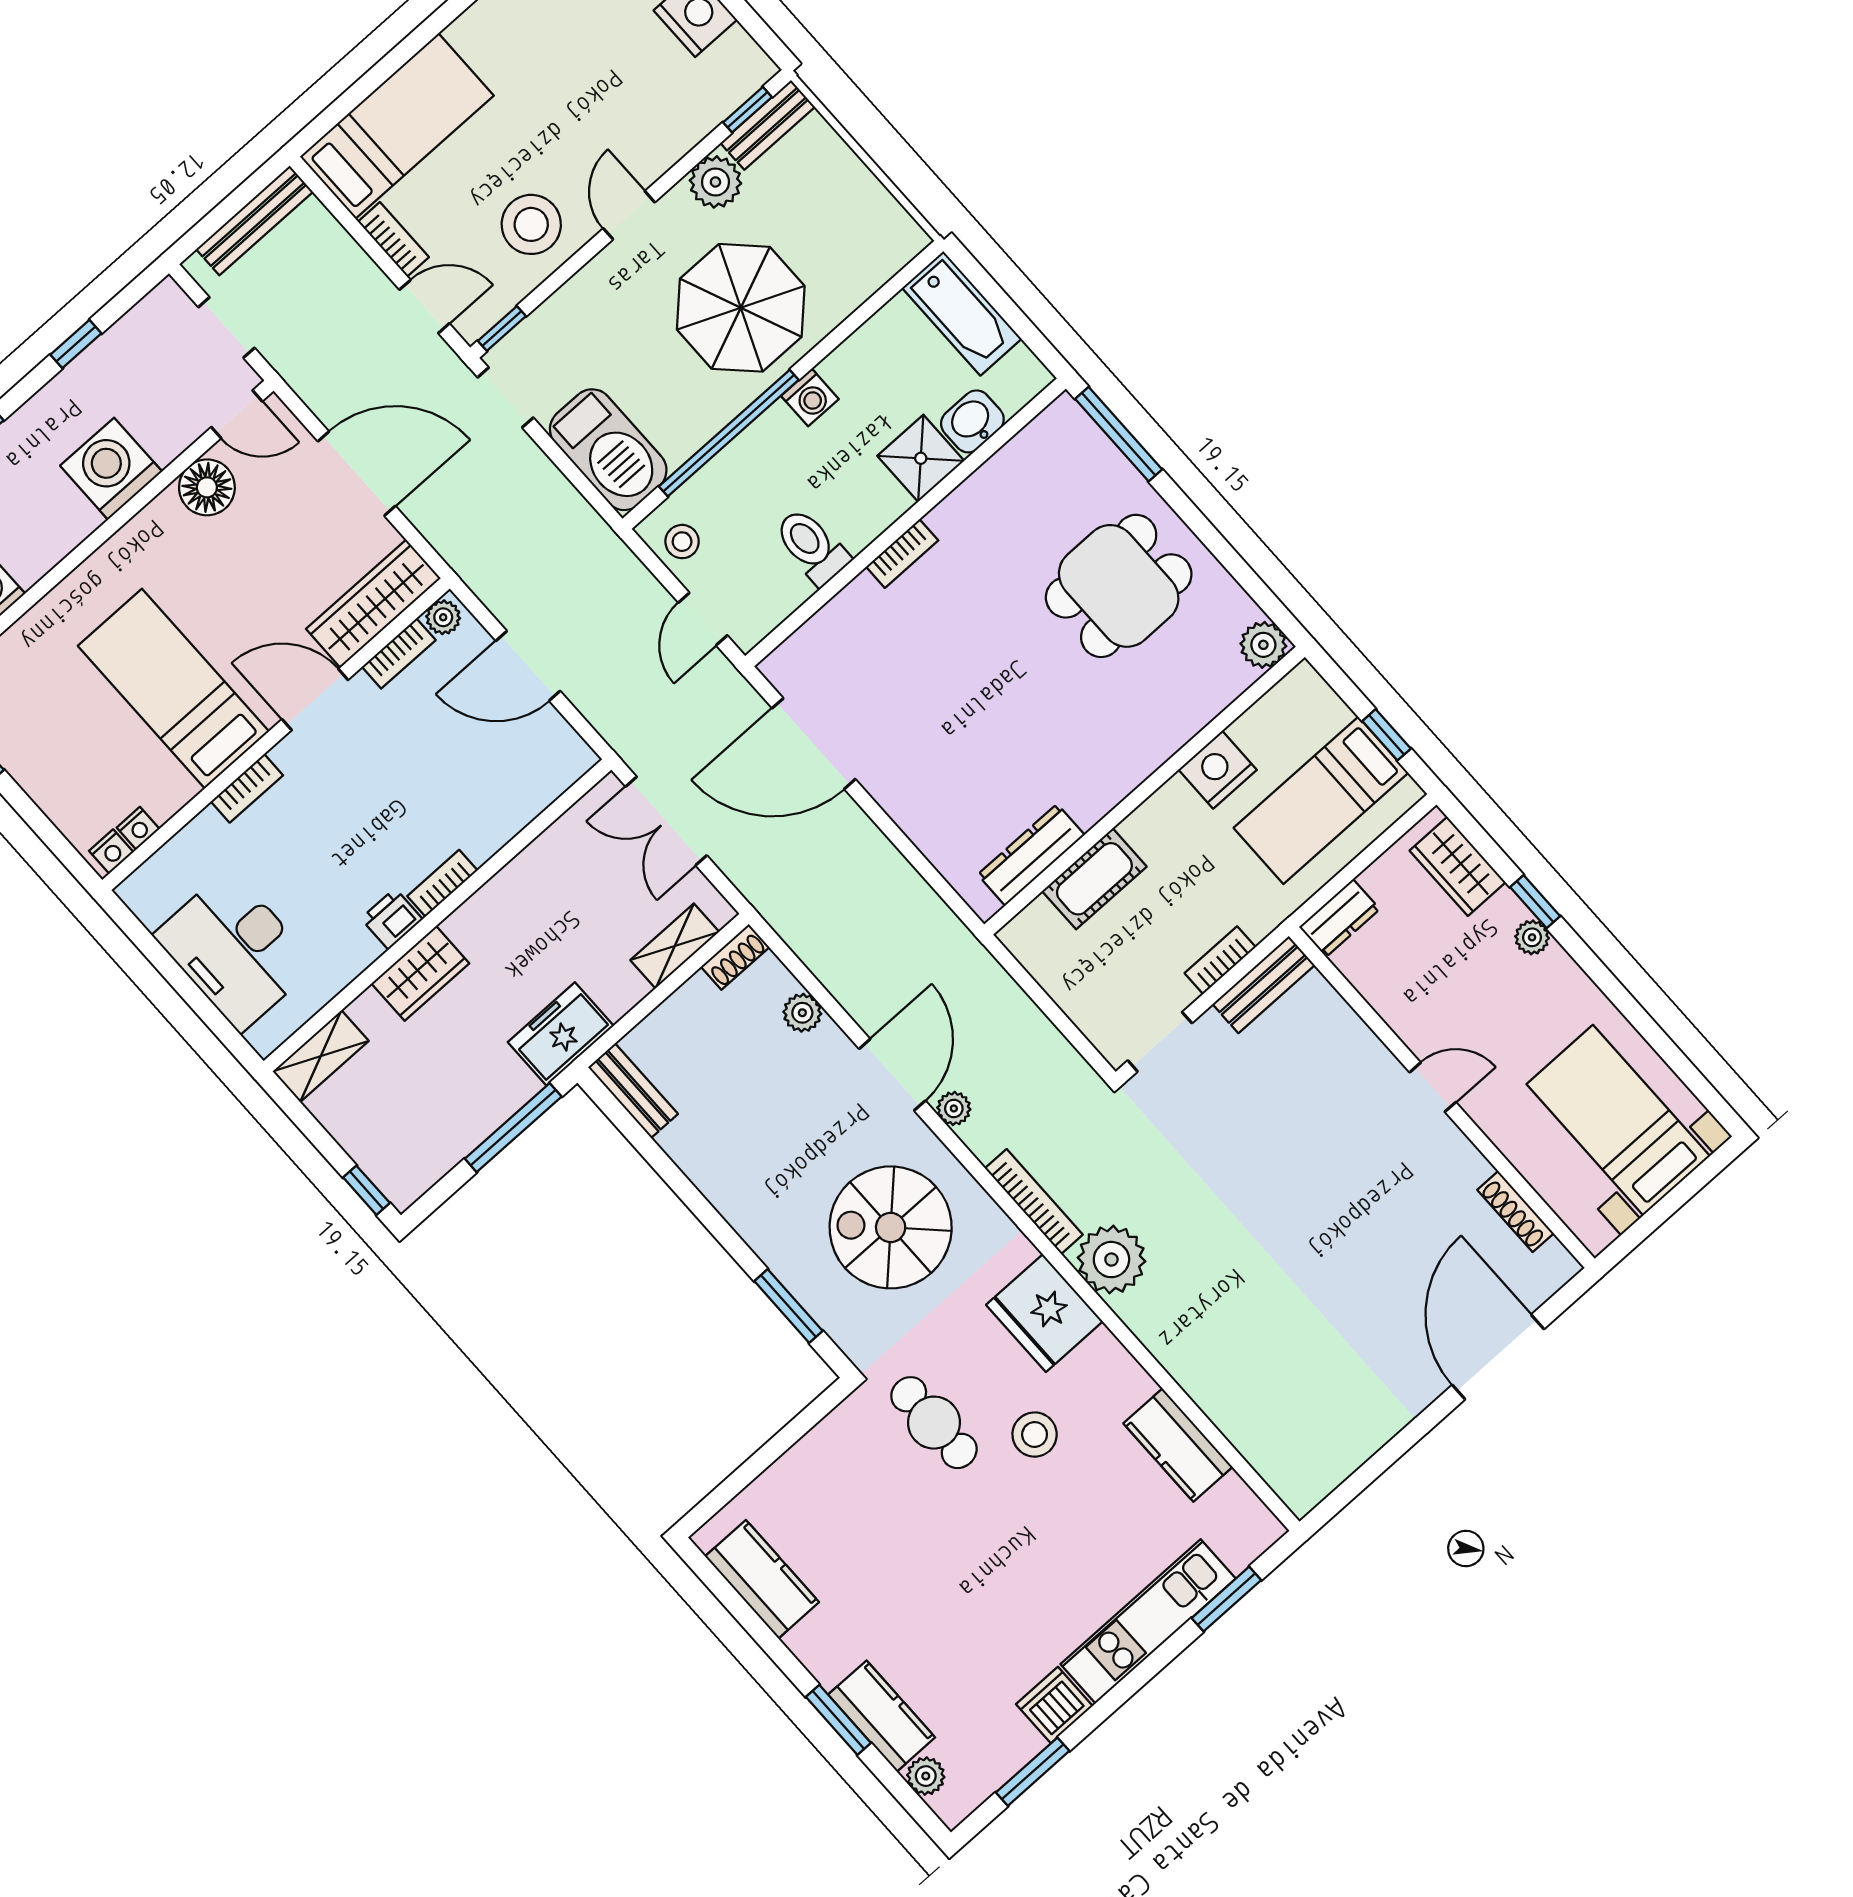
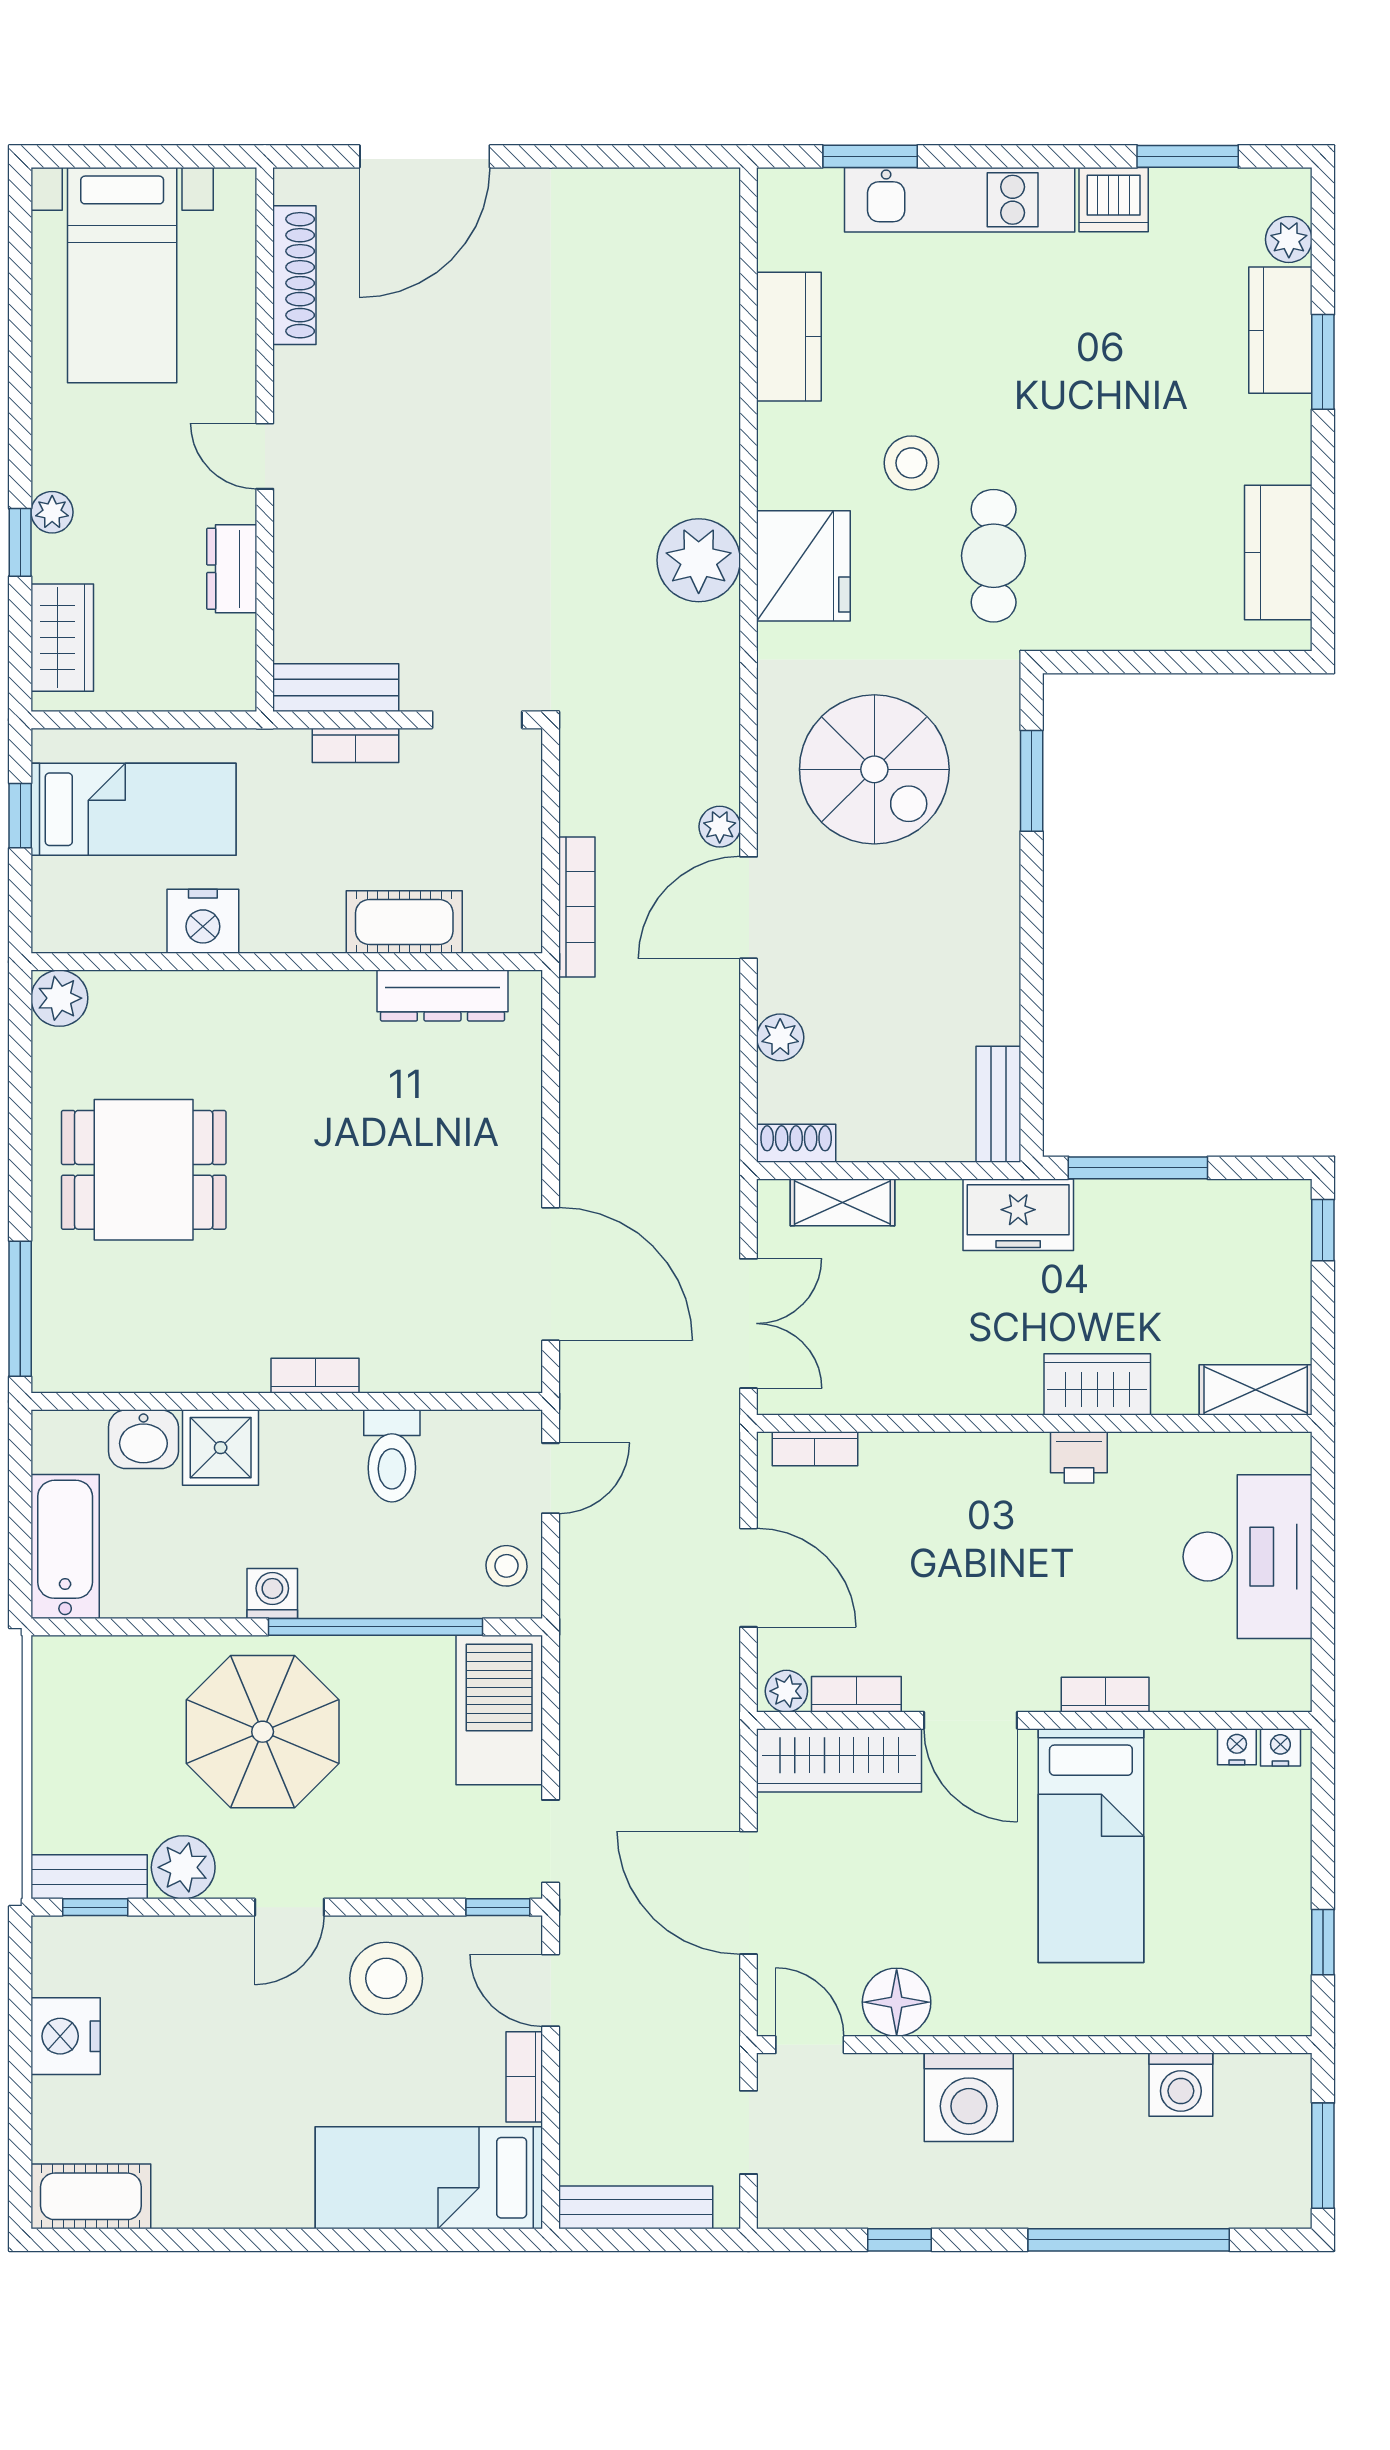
bookcase: (442, 883) -> (815, 1449), moved
dresser: (1339, 918) -> (232, 569), moved, turned -90
bookcase: (1034, 1201) -> (577, 907), moved, turned 180
shoe rack: (1515, 1212) -> (294, 275), width x1.36, depth x1.24

